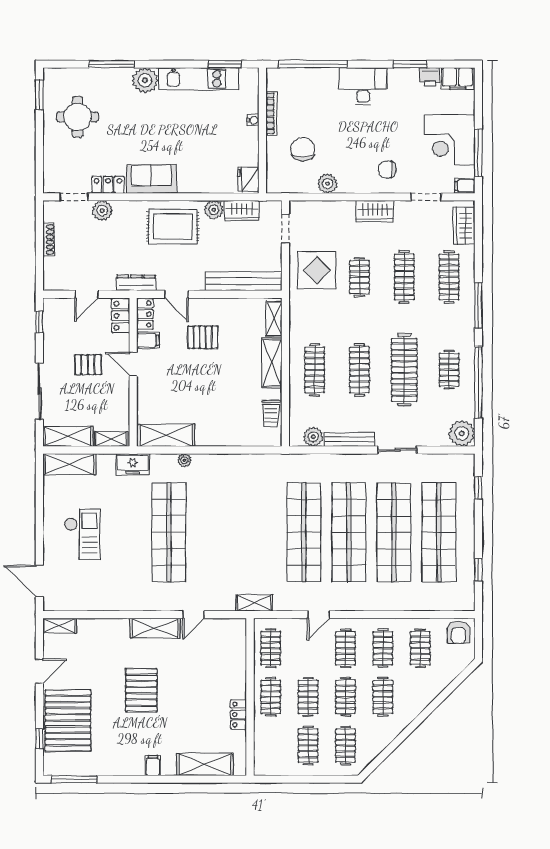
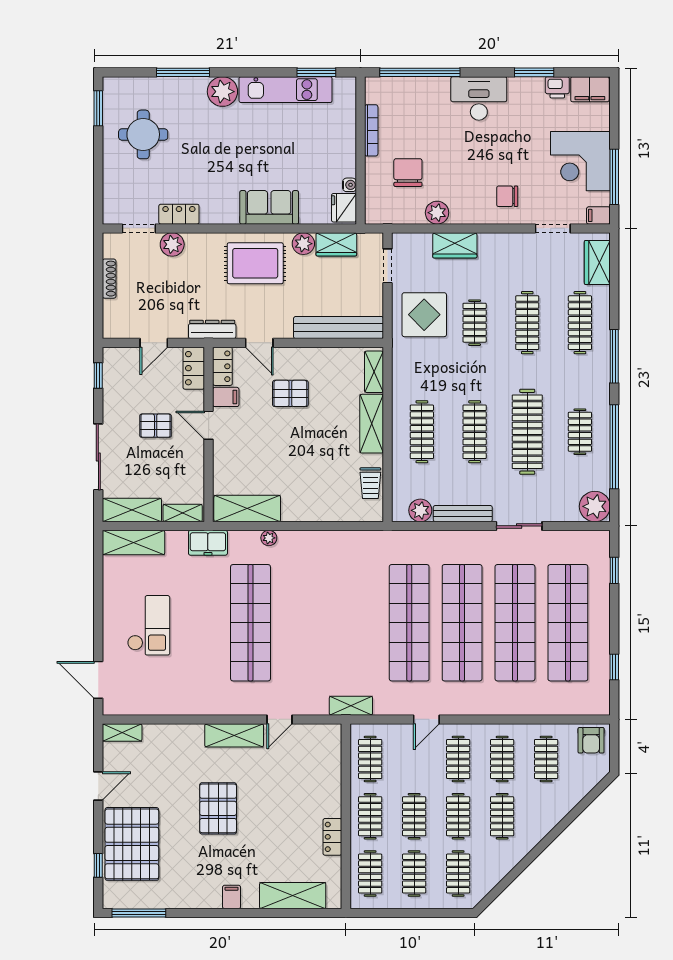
water cooler: (253, 120) -> (349, 185), moved
sofa: (151, 179) -> (269, 207), moved
wardrobe: (375, 211) -> (455, 245), moved
clothes rail: (271, 746) -> (370, 874), added

